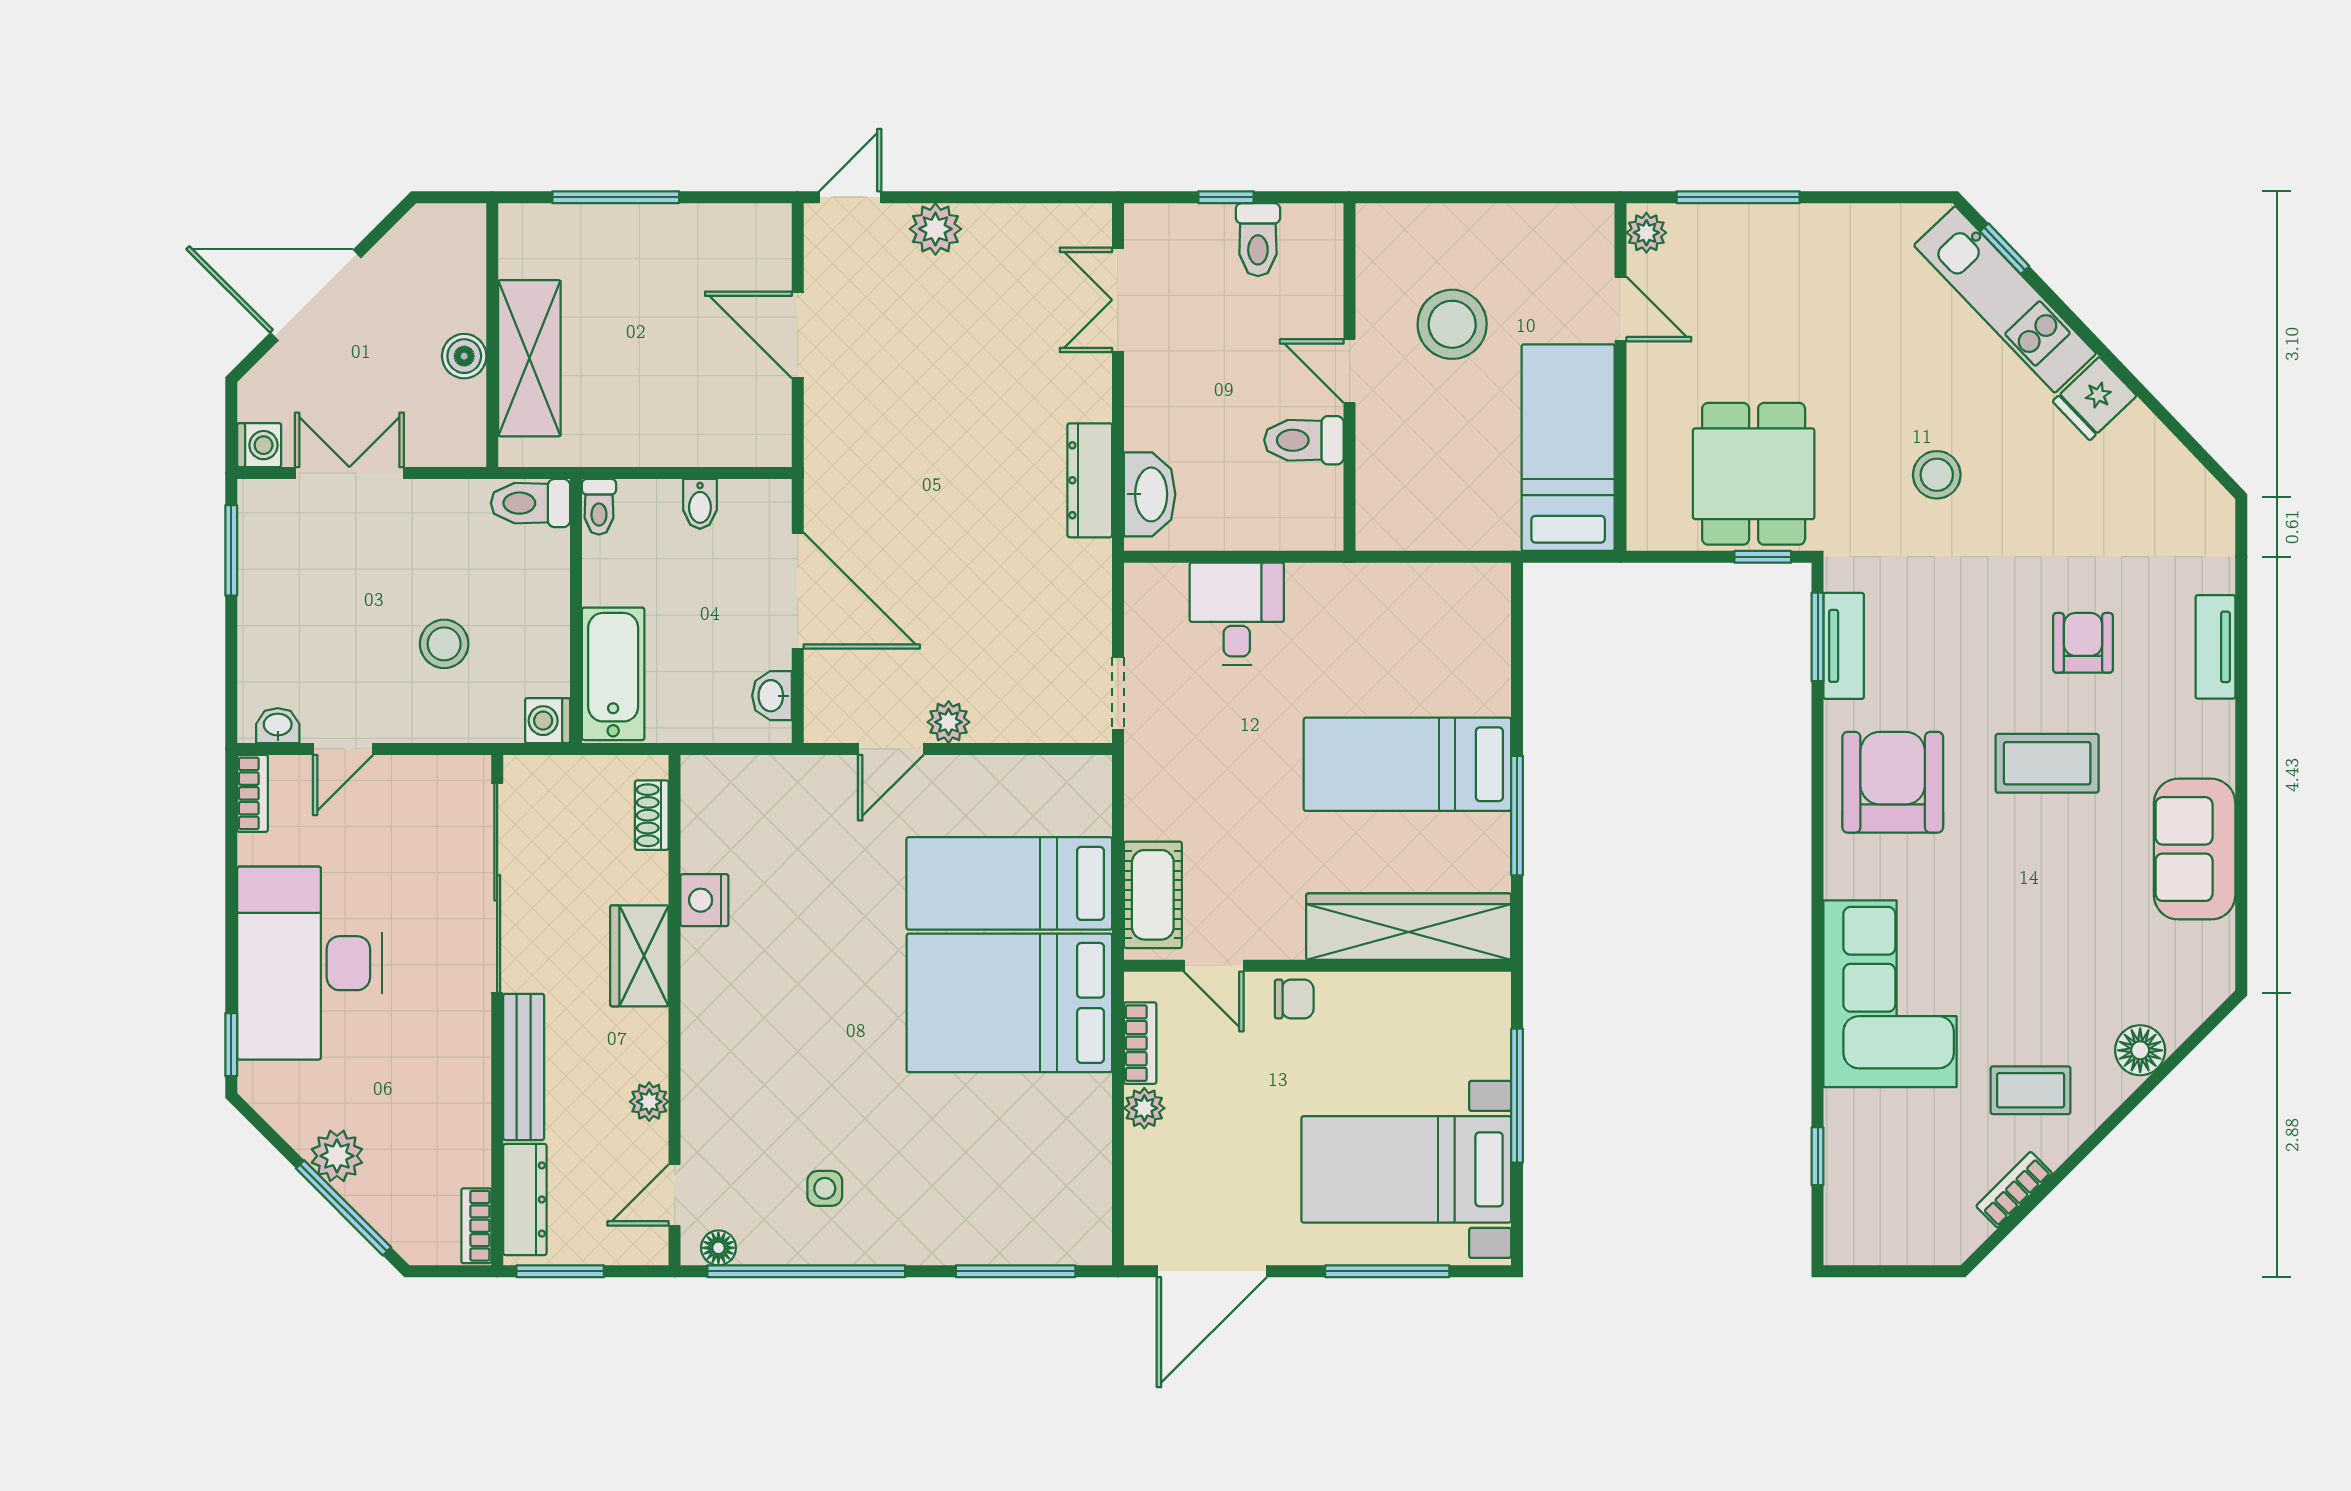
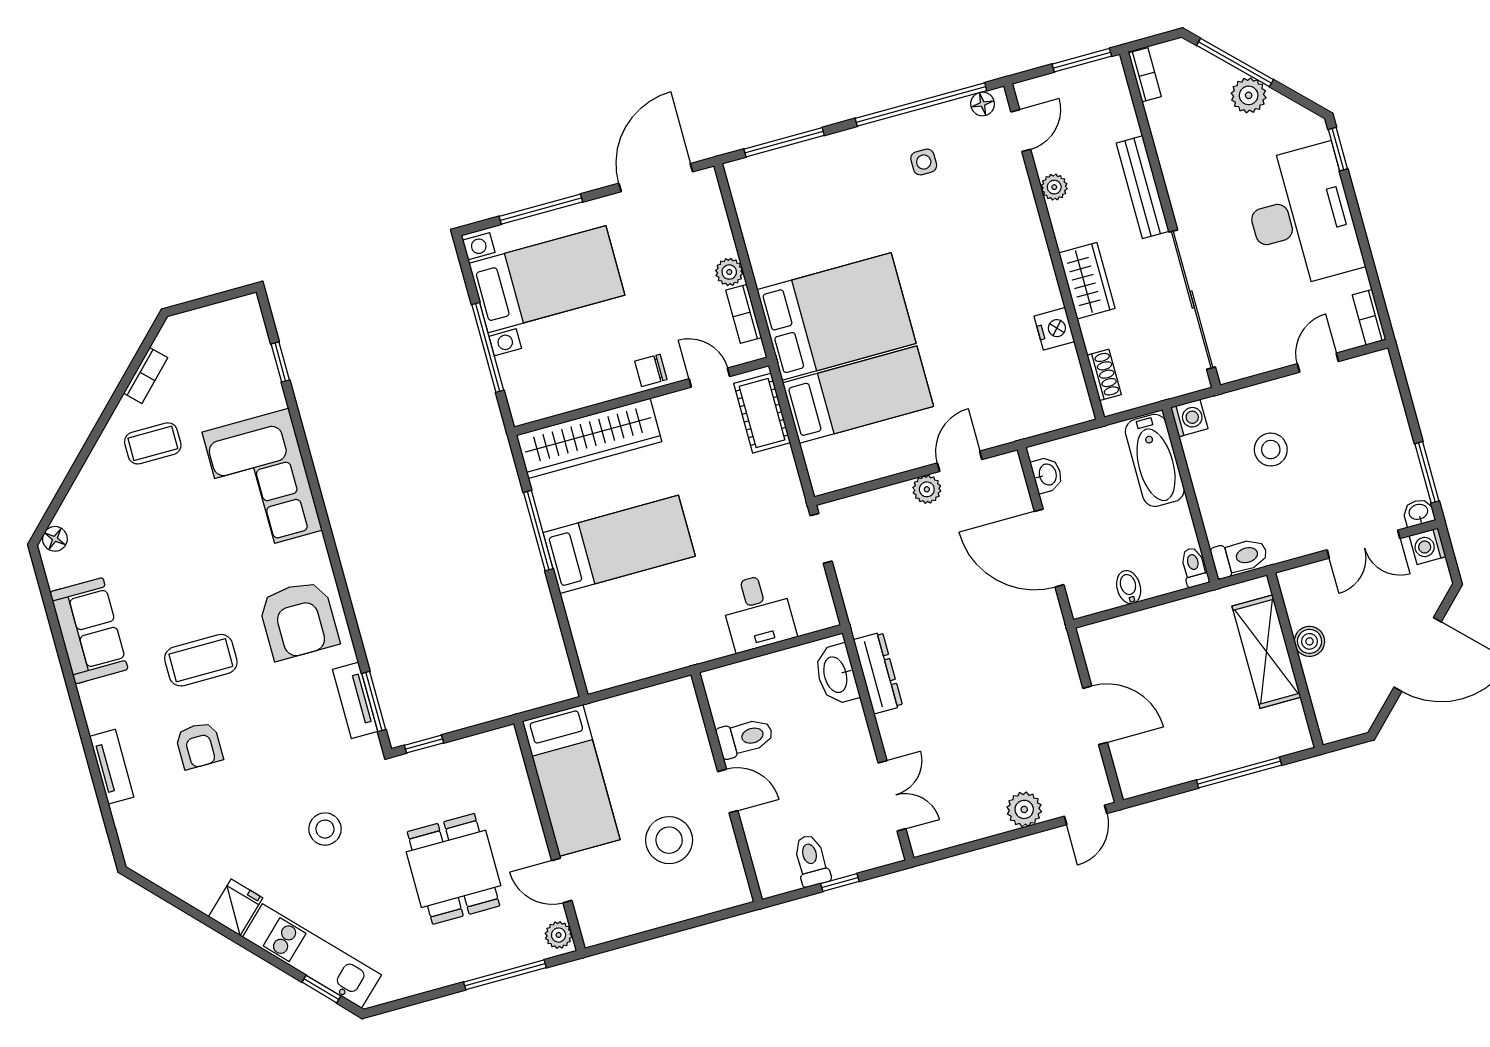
dining table: (1754, 474) -> (453, 869), moved
washbasin: (278, 726) -> (1419, 513), moved, turned 180
floor lamp: (2140, 1050) -> (55, 539), moved, width x0.73, depth x0.73
dresser: (525, 1199) -> (1118, 101), removed

